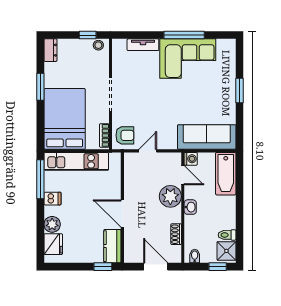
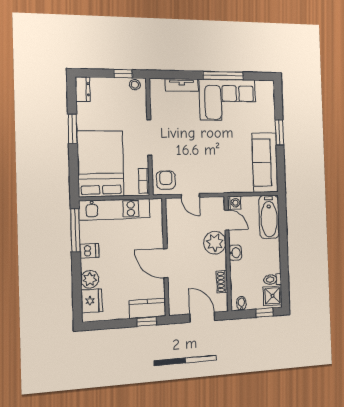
armchair: (125, 135) -> (166, 180), turned -90
sofa: (207, 137) -> (265, 163), moved, turned -90
door: (148, 151) -> (190, 196), swing flipped
kitchen counter: (112, 246) -> (148, 308), moved, turned 90

